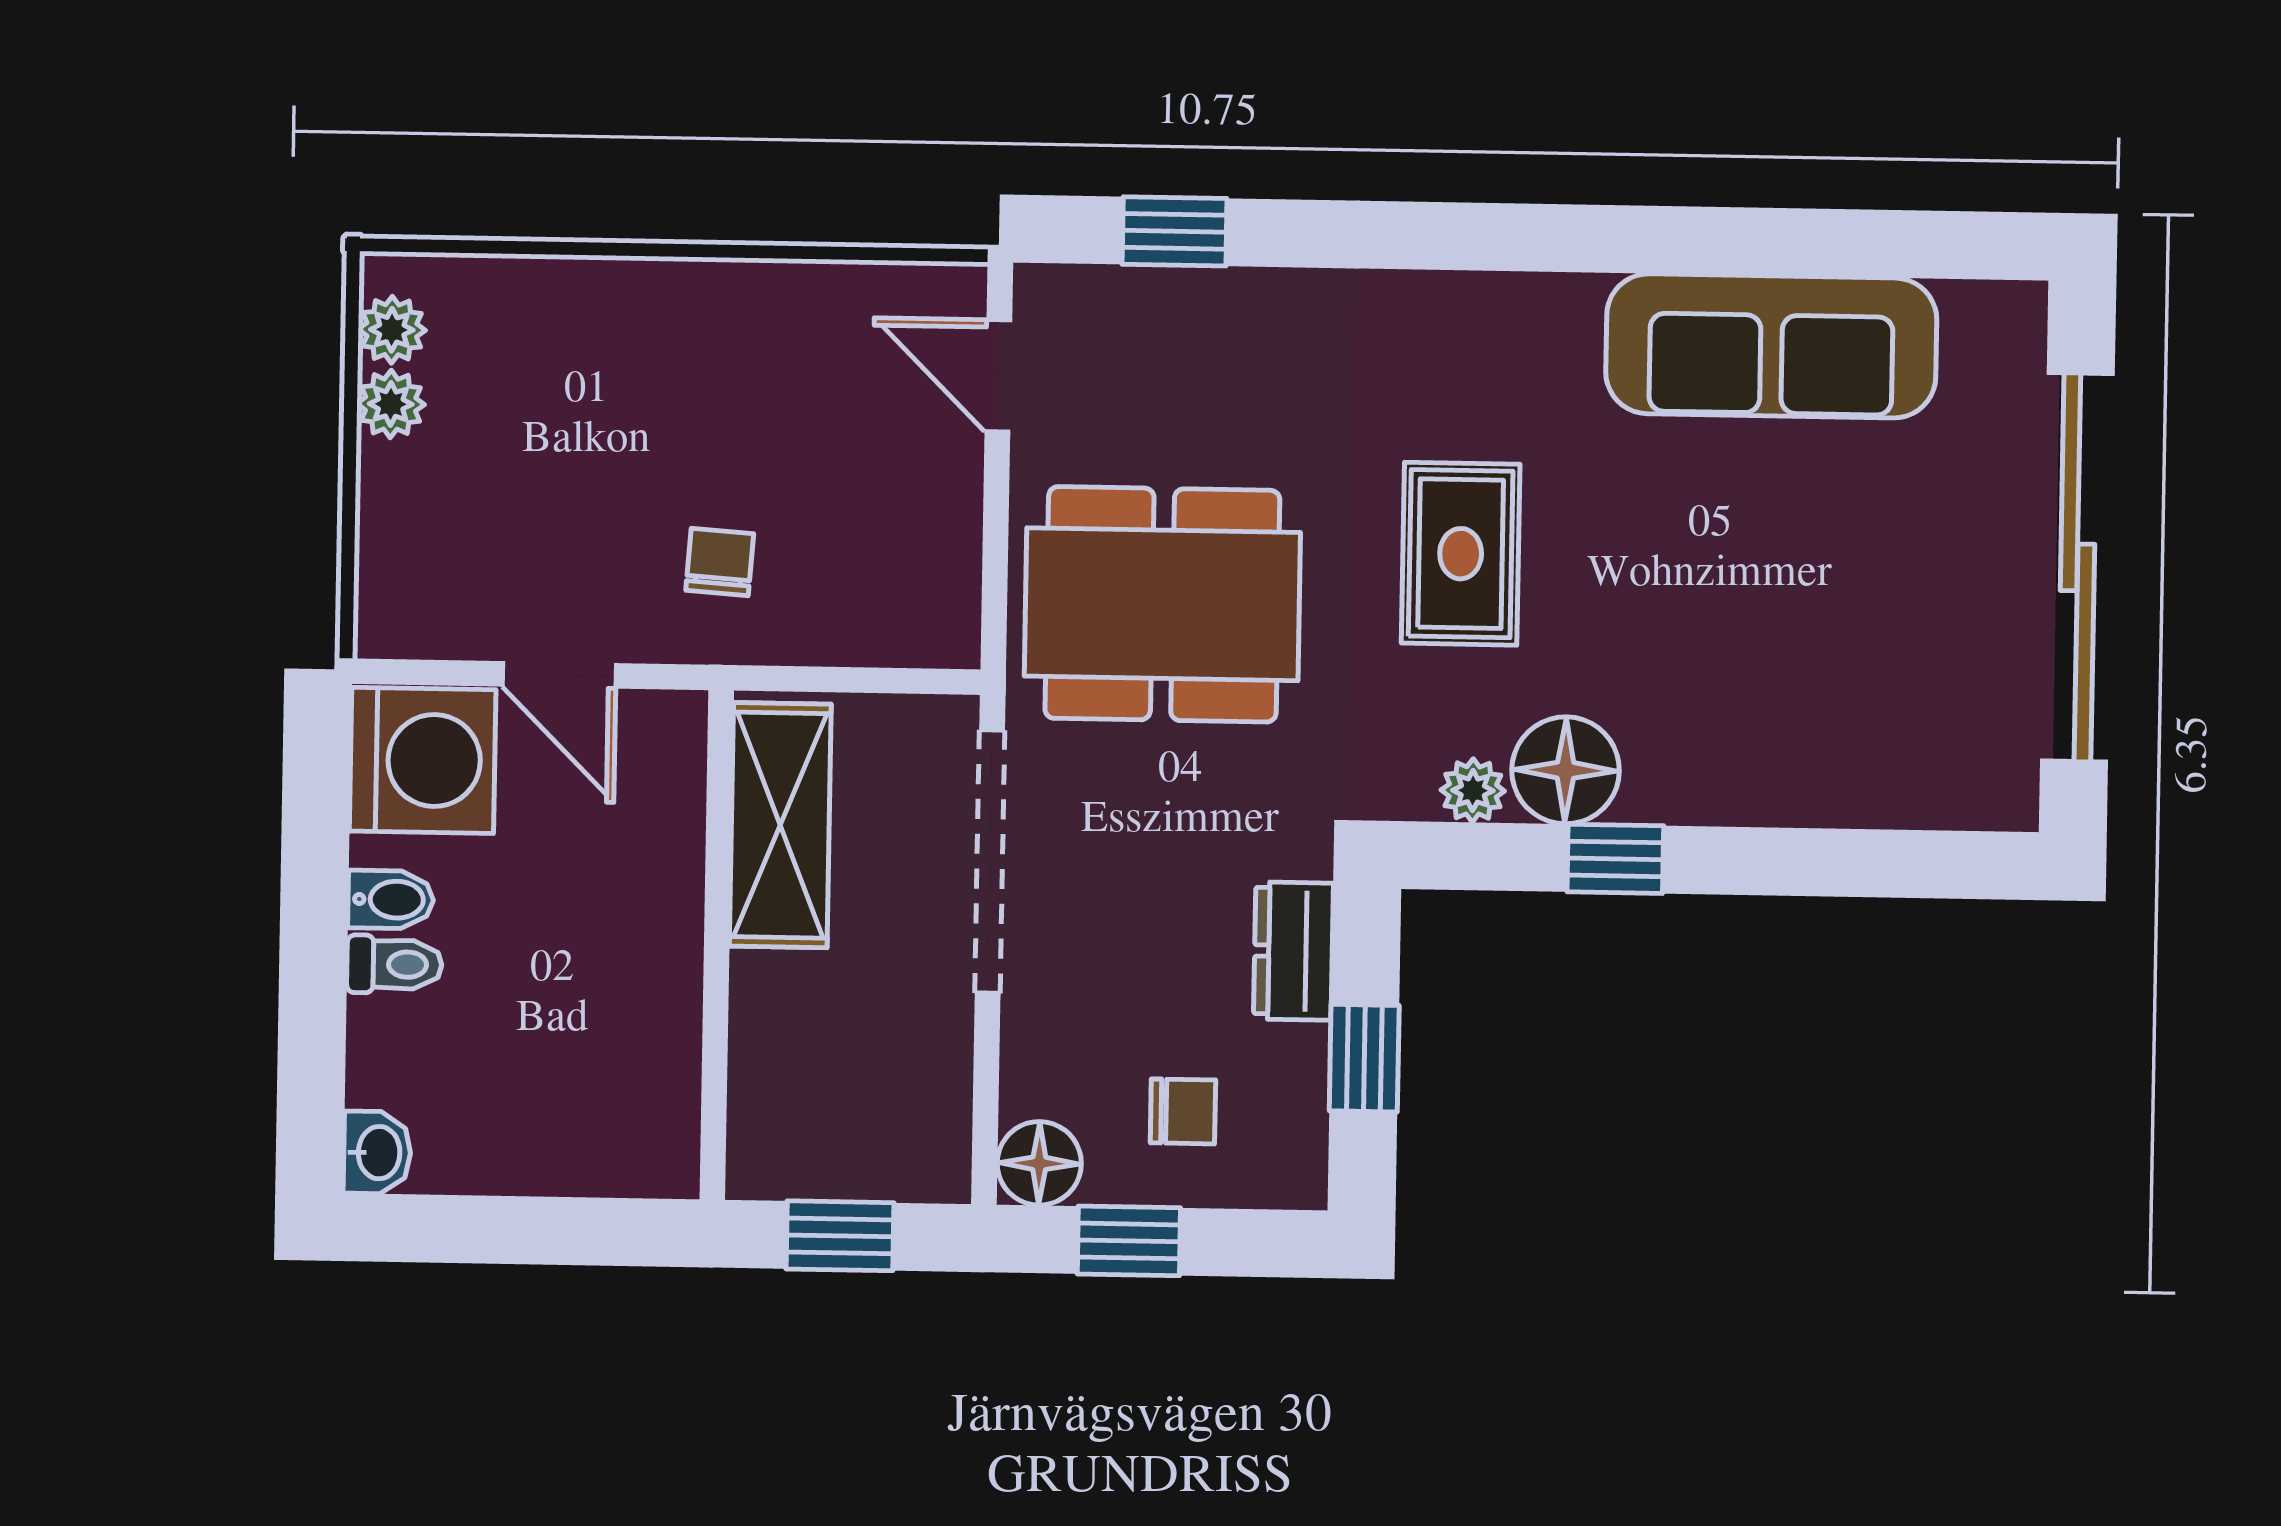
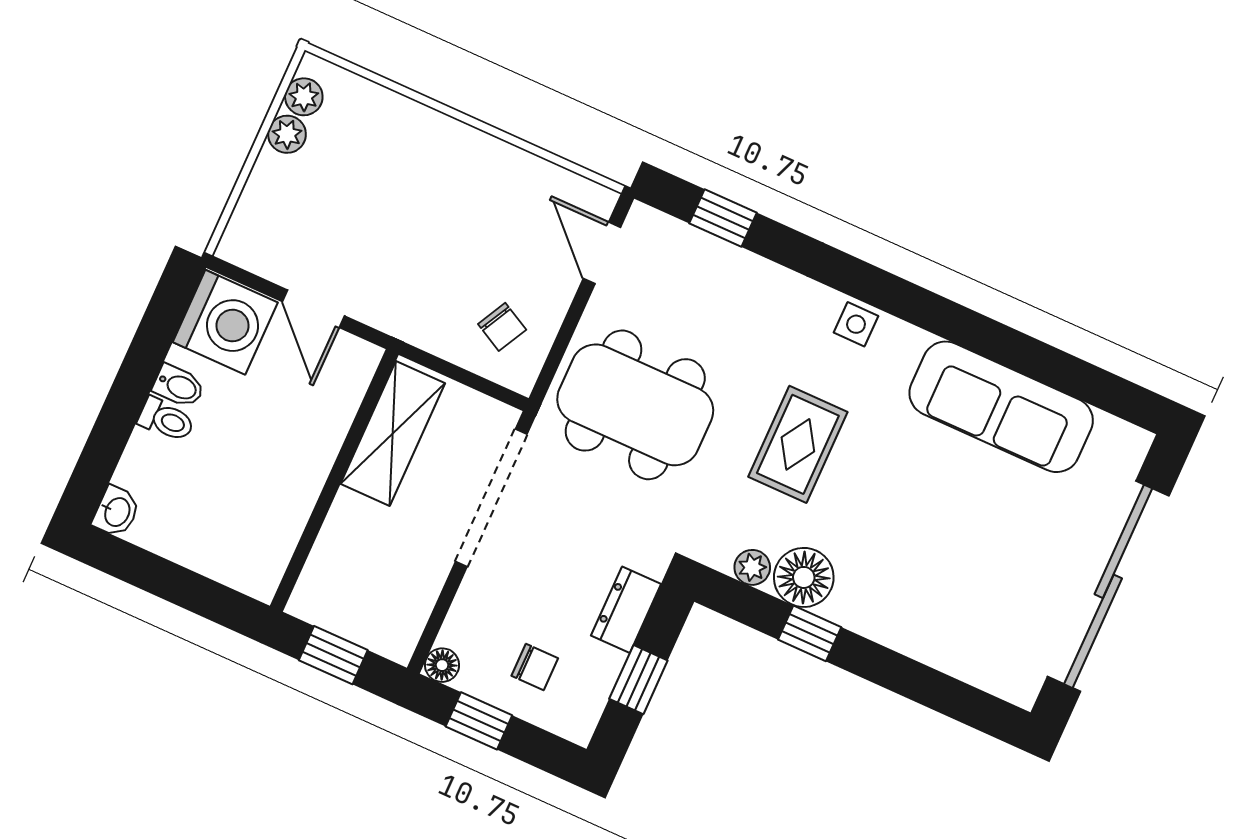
side table: (1471, 313) -> (856, 324), added
chair: (720, 562) -> (502, 327), moved, turned 114
floor lamp: (1039, 1163) -> (442, 665), width x0.73, depth x0.73

